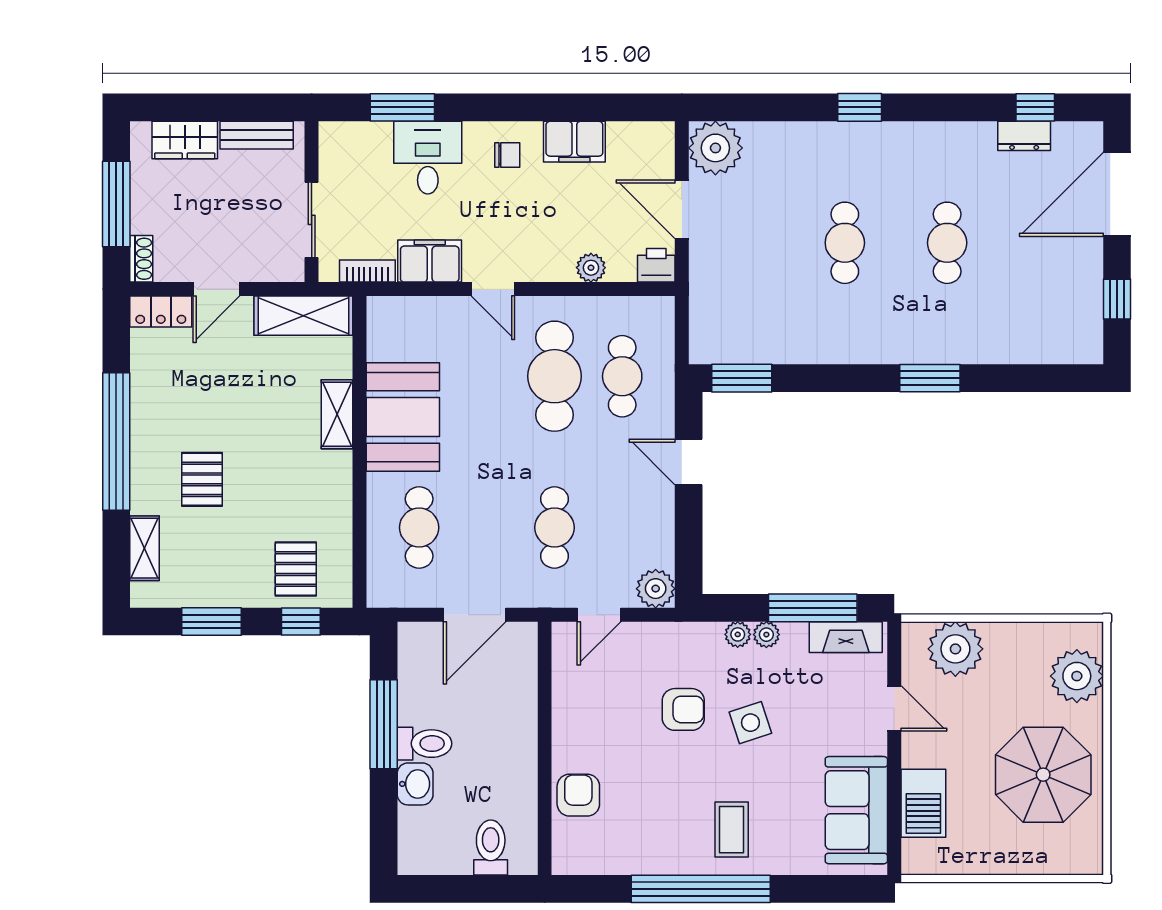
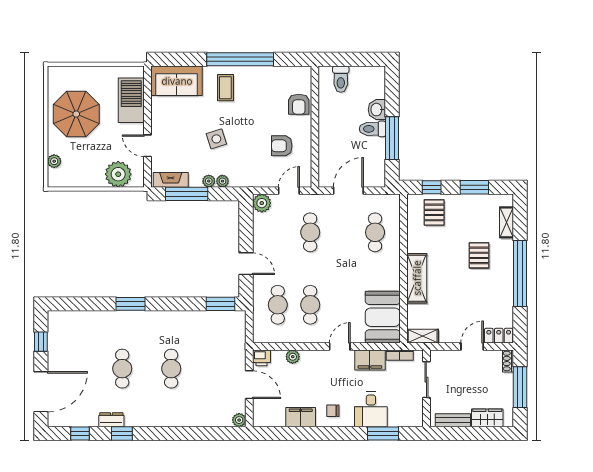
window: (860, 107) -> (122, 433), moved
dresser: (1024, 136) -> (111, 420), moved
plant: (715, 148) -> (239, 420), width x0.53, depth x0.53
door: (493, 289) -> (340, 346), hinge flipped
shelving: (303, 316) -> (423, 336), width x0.67, depth x0.75
cafe table: (555, 376) -> (310, 305), width x0.73, depth x0.74
shelving: (337, 414) -> (417, 278), width x1.50, depth x1.33
booth: (403, 417) -> (383, 317), moved
plant: (1077, 676) -> (54, 161), width x0.53, depth x0.53
armchair: (683, 709) -> (282, 146), moved
barbecue: (923, 803) -> (131, 100), width x1.37, depth x1.21
sofa: (856, 810) -> (177, 81), moved, turned 90

